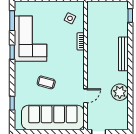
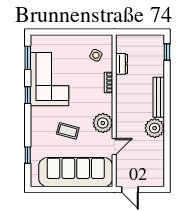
dresser: (92, 26) -> (122, 64), added
plant: (76, 76) -> (103, 123), added
plant: (120, 92) -> (155, 128), moved

